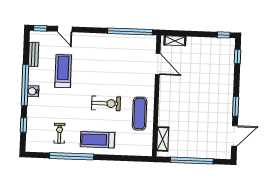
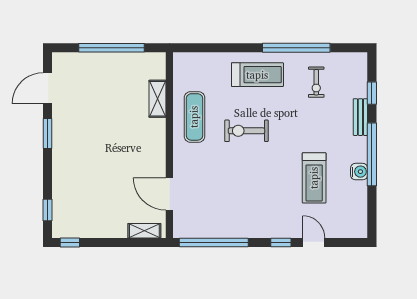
window: (40, 28) -> (281, 242), moved
bench: (33, 55) -> (360, 117), moved
water cooler: (33, 91) -> (359, 172), moved
shelving: (163, 139) -> (157, 99), moved

